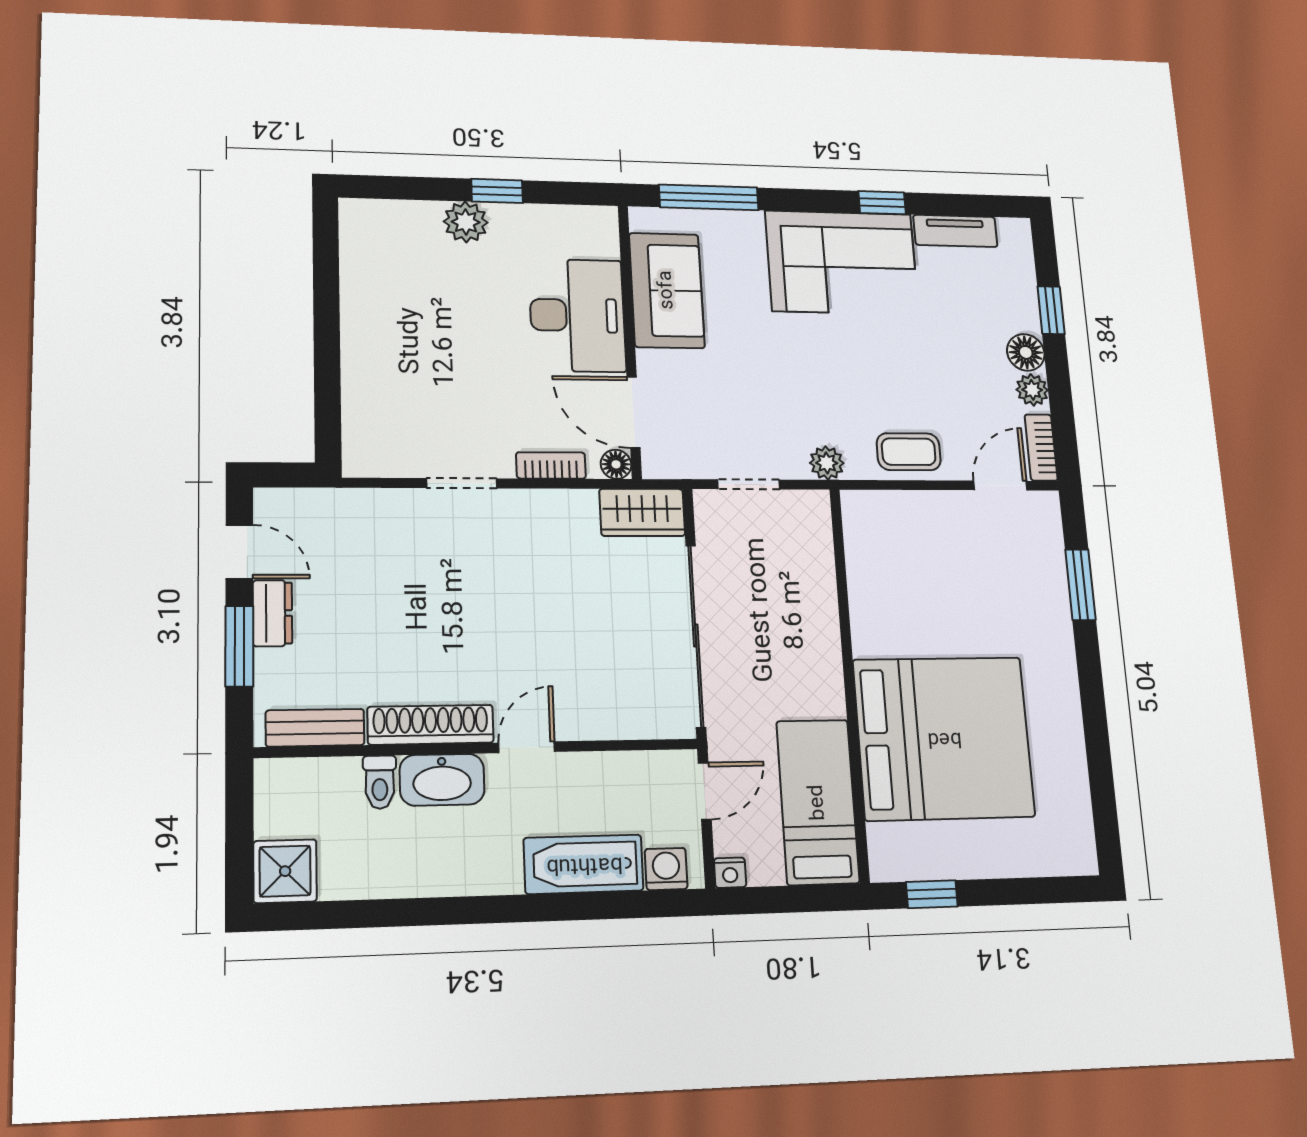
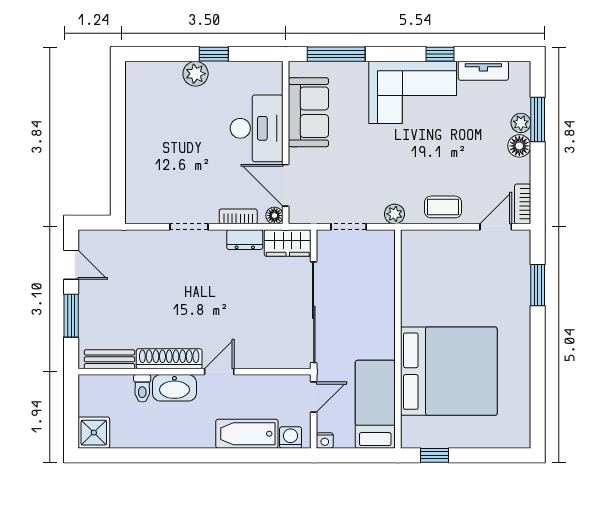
window: (1051, 310) -> (538, 119), width x1.50
plant: (1032, 390) -> (521, 123), moved
dresser: (273, 613) -> (245, 240), moved, turned 90

